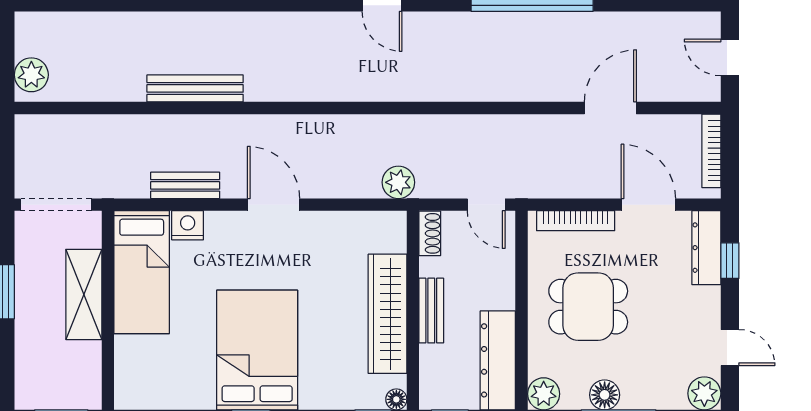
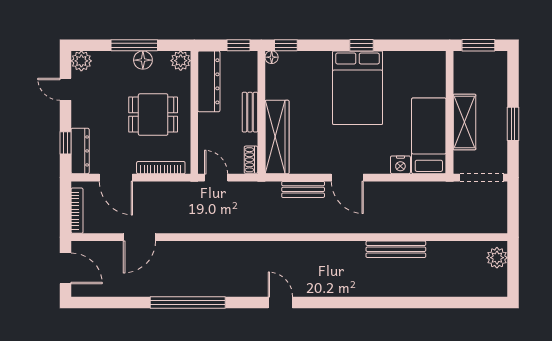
door: (730, 57) -> (66, 268), width x1.38
plant: (398, 182) -> (270, 191), removed
bench: (185, 185) -> (303, 189), moved
wardrobe: (388, 314) -> (277, 137), moved

